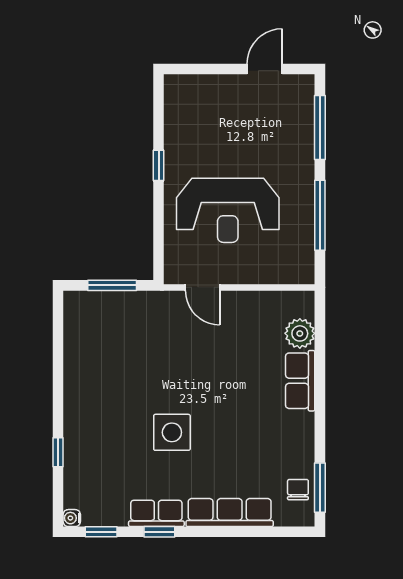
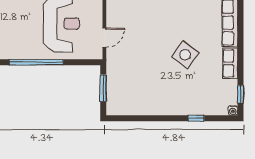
window: (159, 165) -> (36, 62), width x3.17
side table: (172, 432) -> (185, 55), turned 36
window: (159, 532) -> (241, 62), removed

